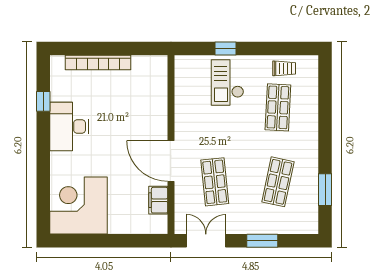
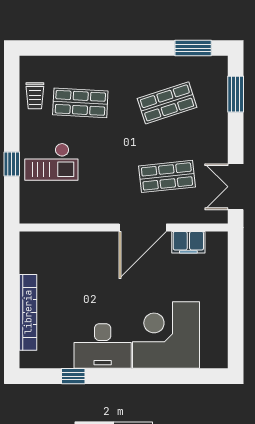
trolley: (284, 68) -> (35, 96), turned 180
shop shelf: (278, 182) -> (167, 103), turned -30
window: (325, 190) -> (193, 48), moved
corner desk: (79, 205) -> (166, 335), moved, turned 90
window: (262, 241) -> (236, 94), moved

